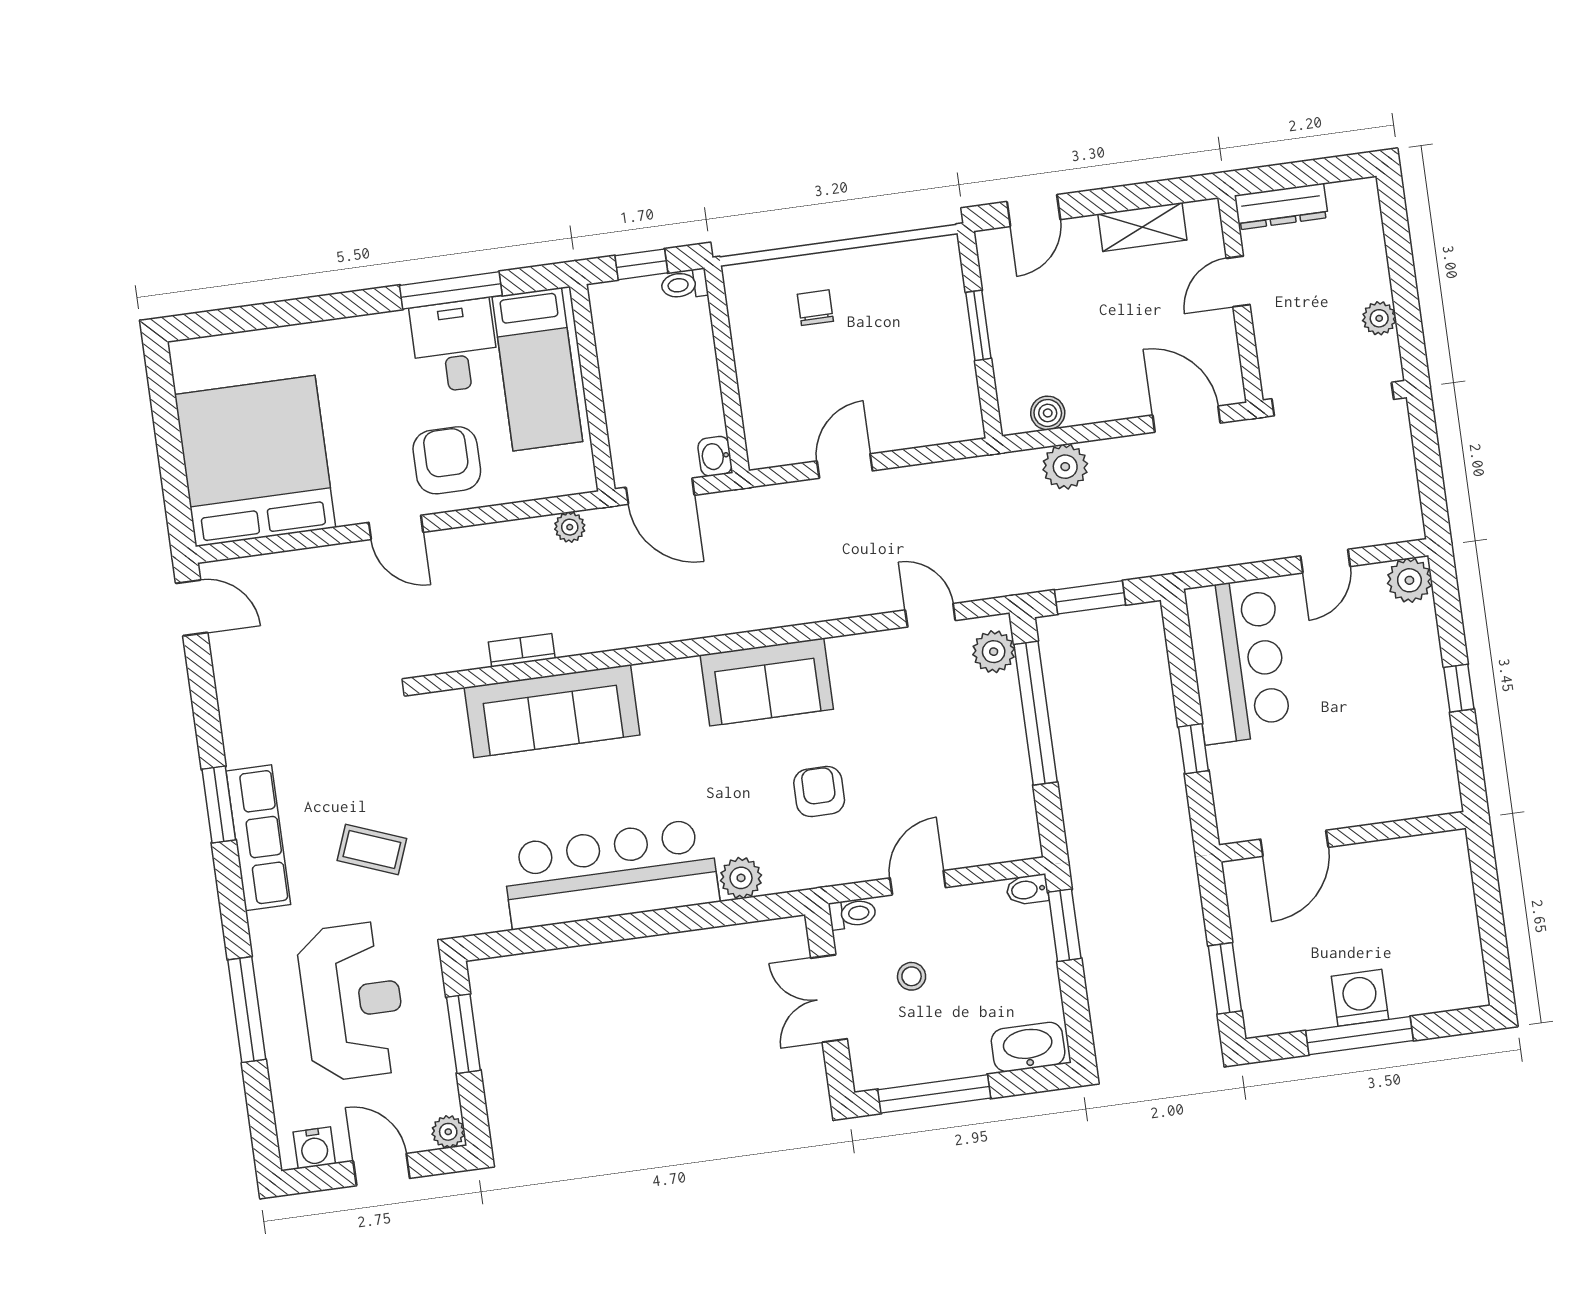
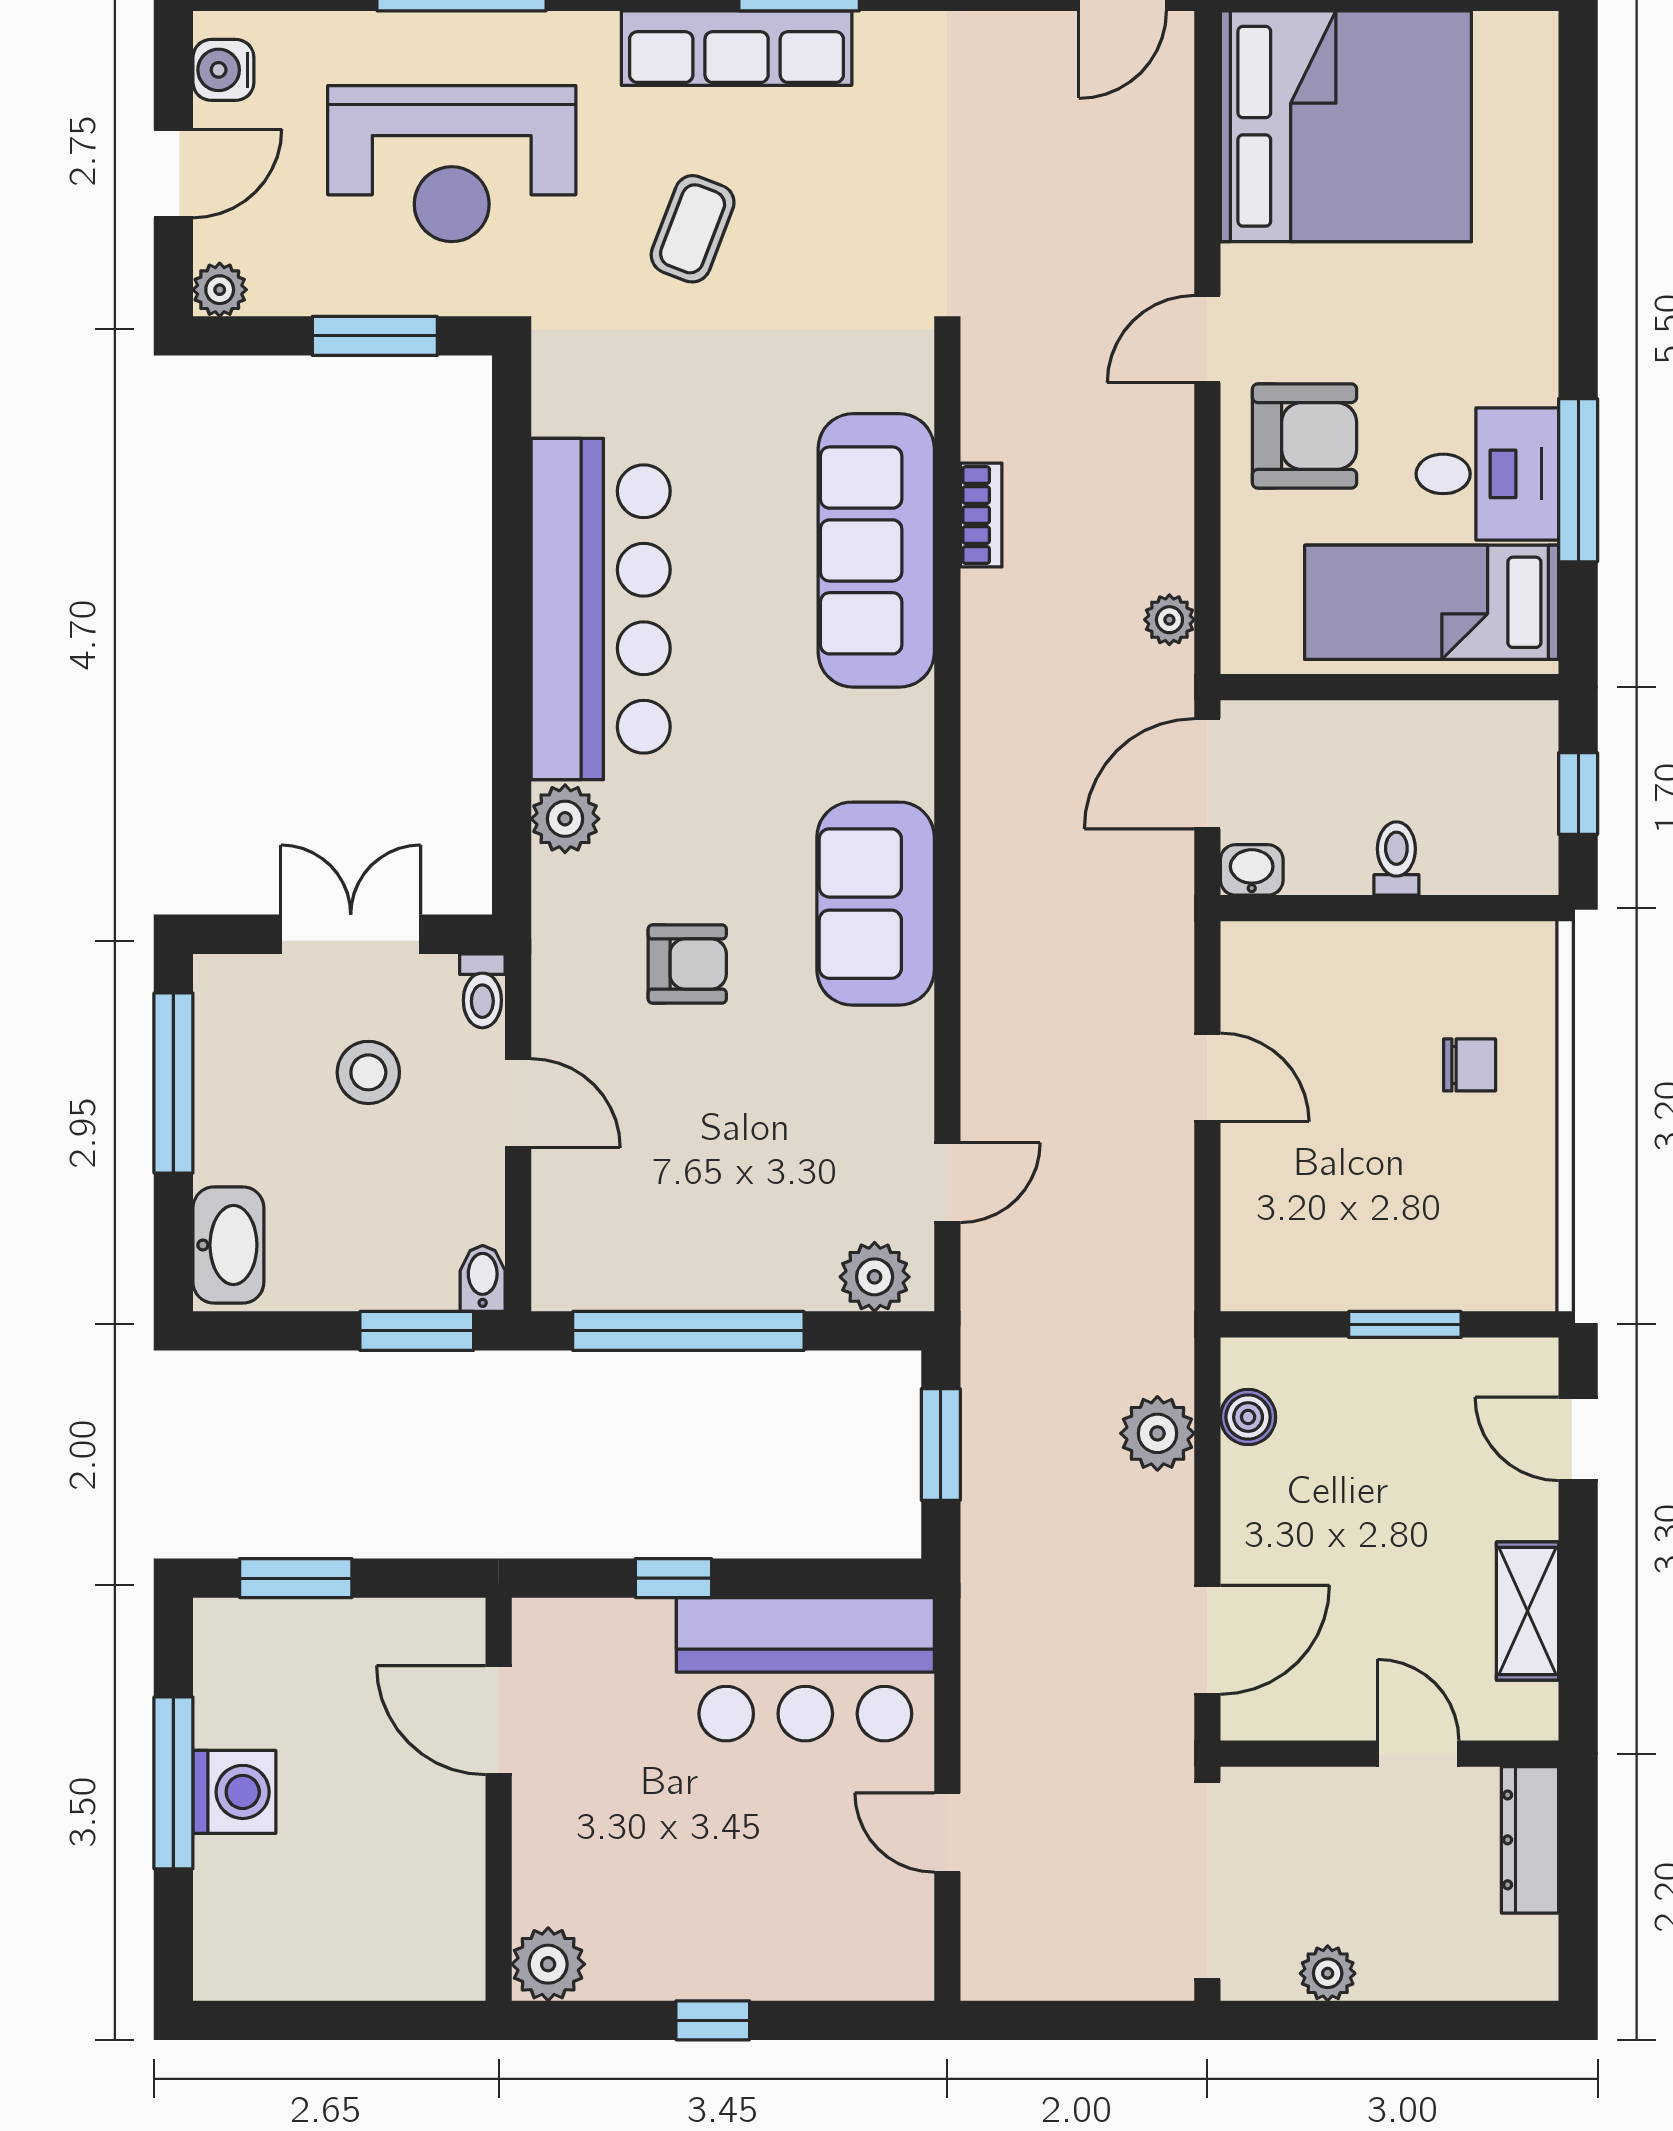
toilet: (684, 284) -> (1396, 859), moved
plant: (1409, 580) -> (548, 1964), moved
window: (1036, 713) -> (688, 1331), moved
stool: (912, 976) -> (368, 1072), width x1.37, depth x1.37

